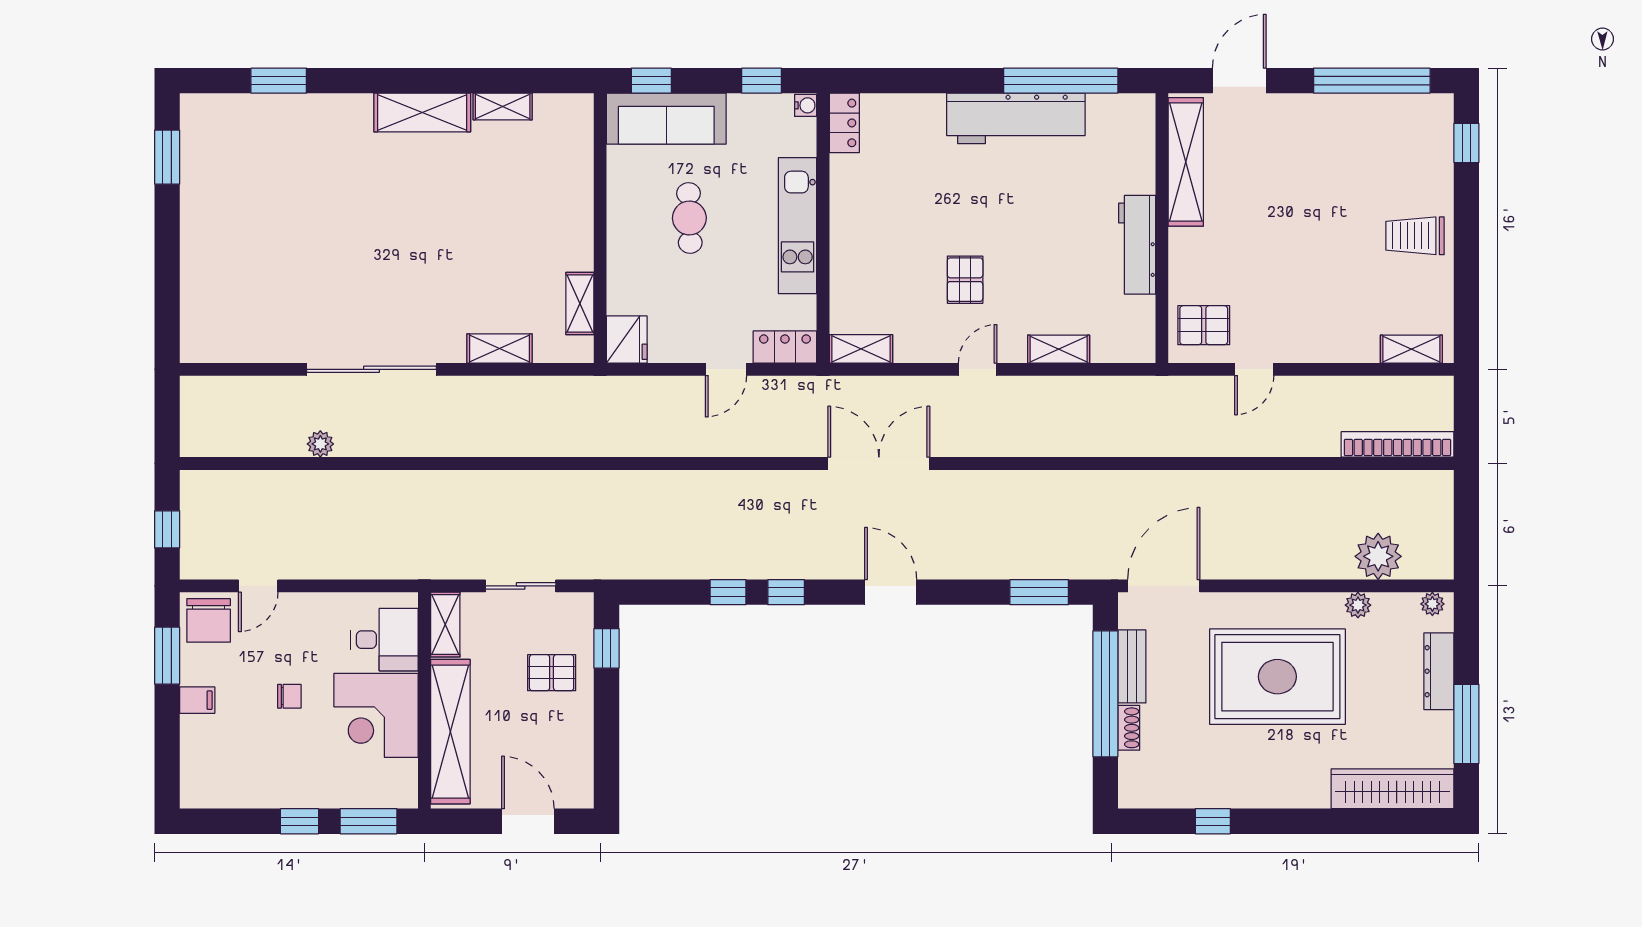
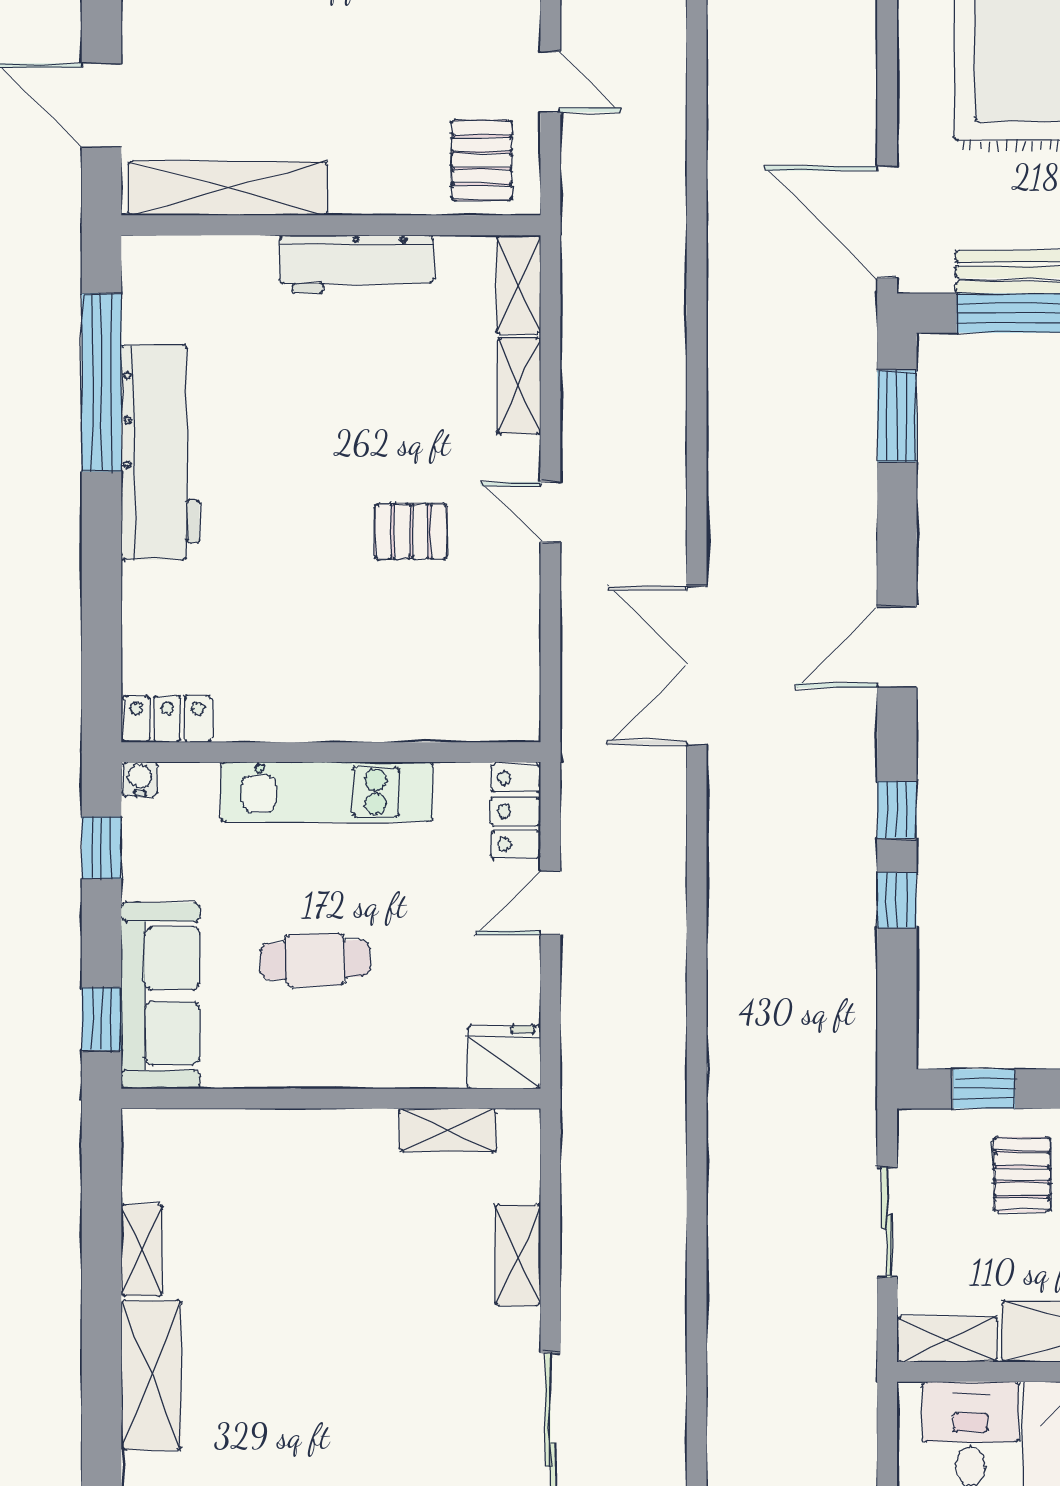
shelving: (861, 349) -> (518, 285), moved
door: (726, 369) -> (550, 903), swing flipped

